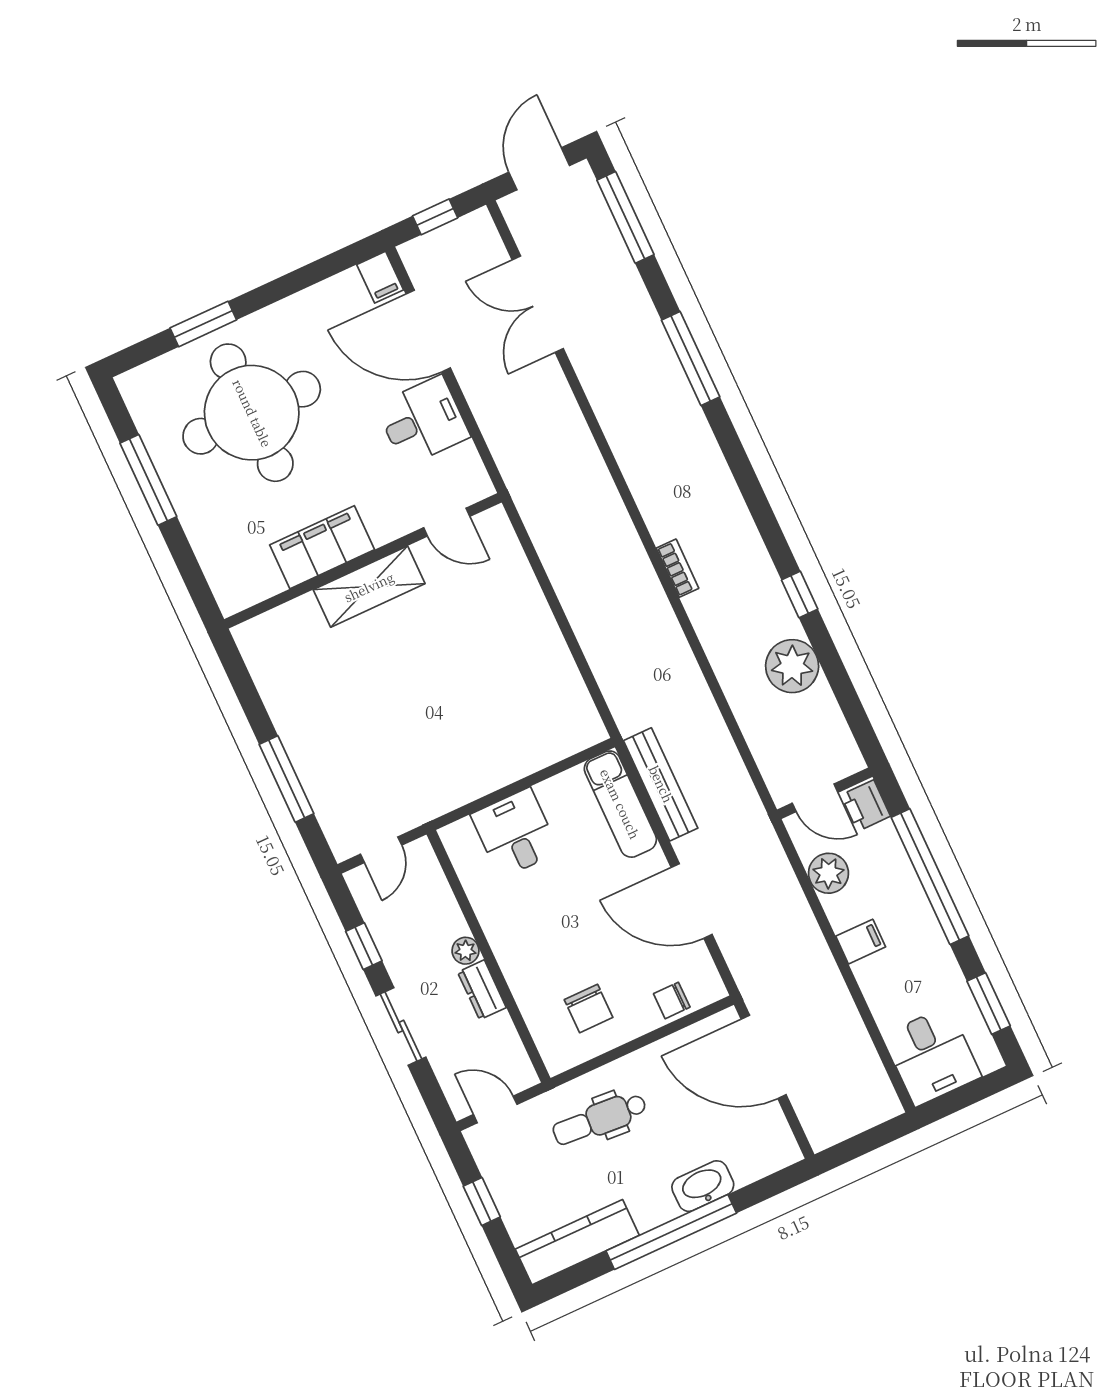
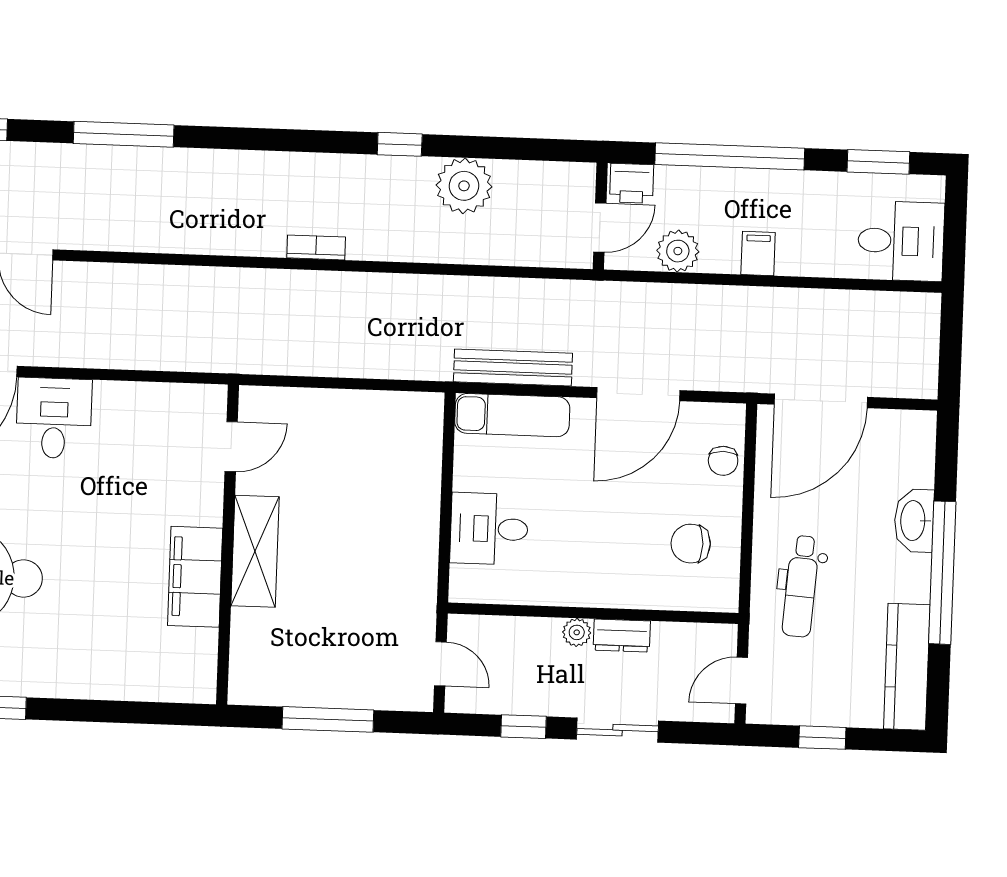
door: (447, 522) -> (231, 447), moved
filing cabinet: (322, 547) -> (195, 577), moved
wall: (363, 561) -> (228, 545), moved
shelving: (369, 587) -> (255, 551), moved
chair: (589, 1008) -> (691, 544), turned 180

